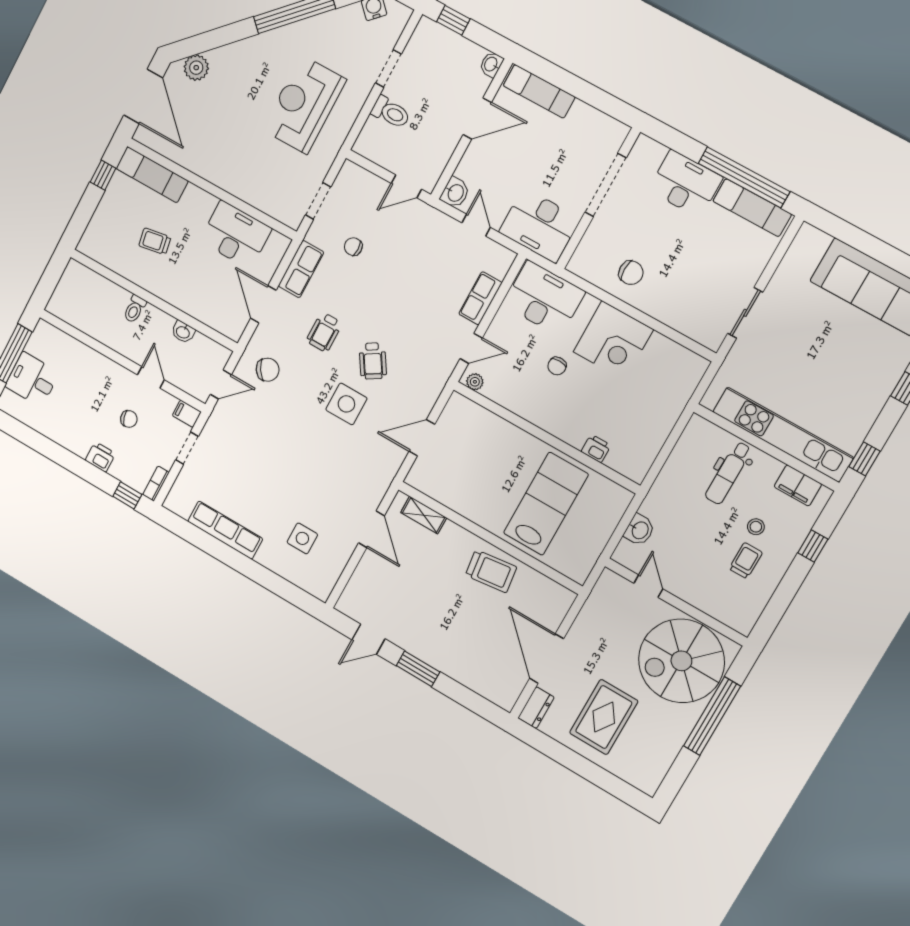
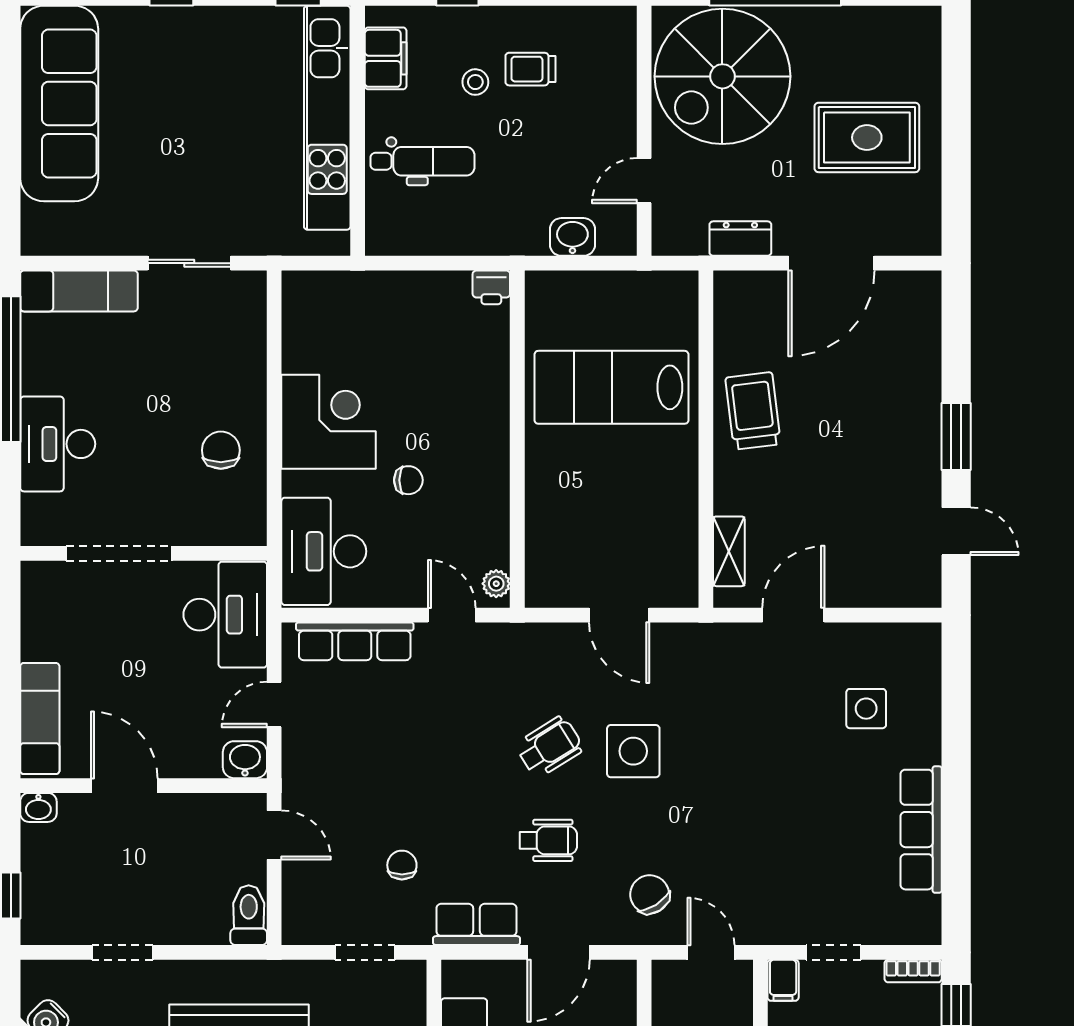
toilet: (391, 112) -> (249, 915), moved
exam couch: (752, 208) -> (79, 291), moved, turned 90
chair: (353, 247) -> (402, 865), turned 180
row of seats: (480, 298) -> (355, 641), width x1.48
printer: (596, 449) -> (491, 287), moved, turned -90
spiral stairs: (681, 661) -> (722, 76), turned 90
dresser: (536, 708) -> (740, 239), moved

